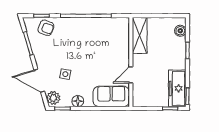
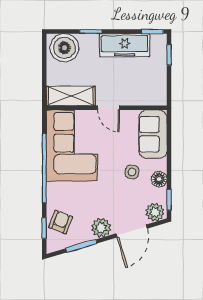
boiler: (180, 31) -> (64, 48), width x1.86, depth x1.86
corner sofa: (103, 36) -> (72, 145), added
plant: (42, 58) -> (101, 228), added
side table: (65, 74) -> (132, 172), moved
door: (131, 75) -> (108, 108), moved
freezer: (177, 88) -> (125, 45), moved

